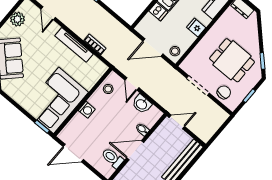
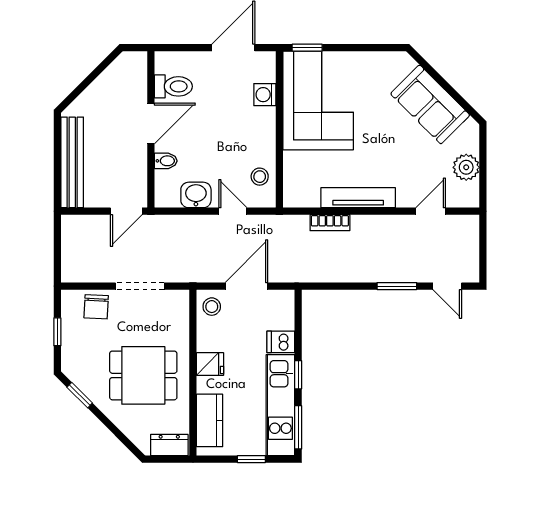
door: (48, 13) -> (431, 211), hinge flipped
dining table: (232, 60) -> (143, 375), moved
washing machine: (87, 110) -> (265, 95), moved

